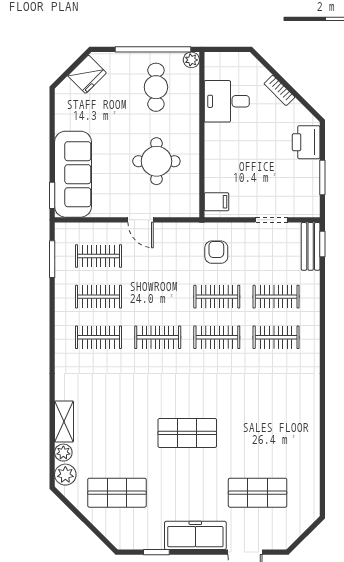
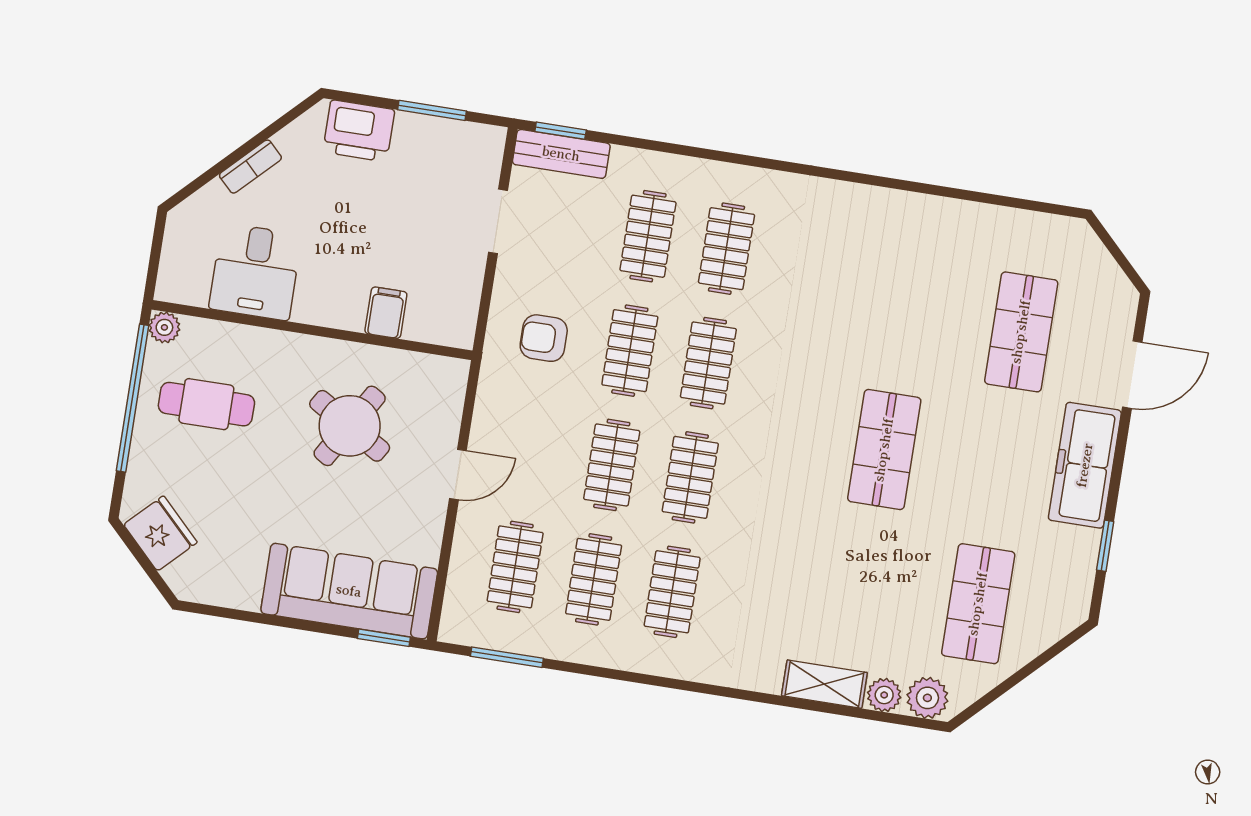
round table: (156, 161) -> (350, 426), turned 31
filing cabinet: (216, 202) -> (386, 313), moved
clothes rail: (158, 297) -> (612, 465), added

